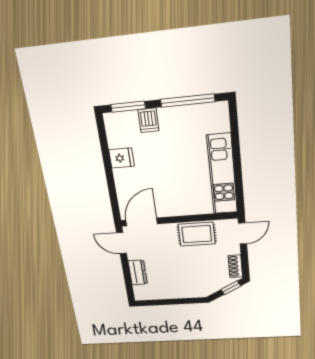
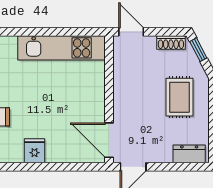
rug: (197, 234) -> (179, 97), moved
dresser: (138, 272) -> (189, 154), moved

